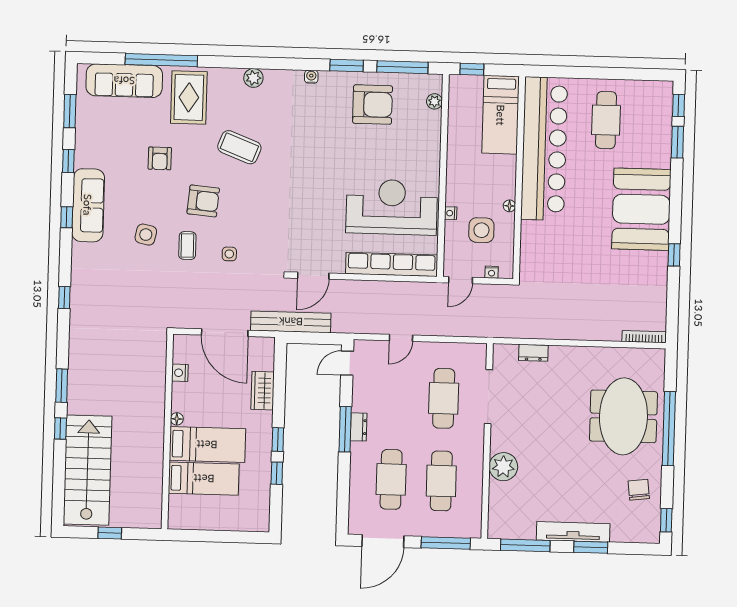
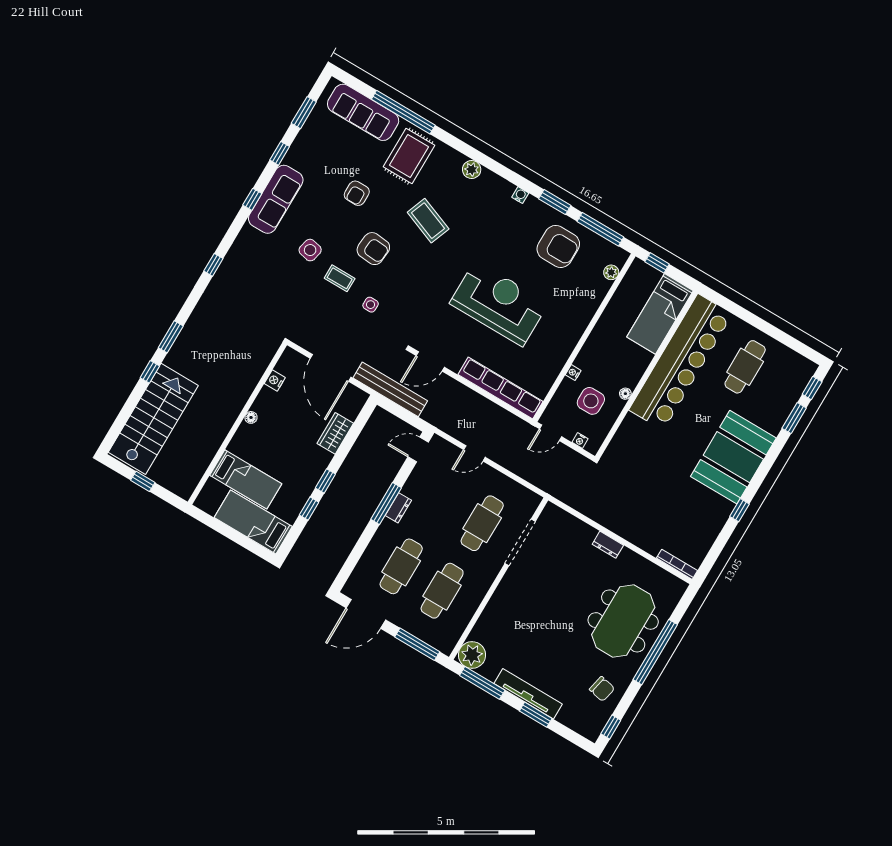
reception desk: (392, 207) -> (499, 303), moved
coffee table: (187, 246) -> (340, 278), turned 90
dresser: (533, 353) -> (608, 545), moved
bed: (207, 445) -> (253, 522), moved, turned 180
plant: (503, 467) -> (472, 655), moved
chair: (639, 490) -> (602, 689), turned 109

